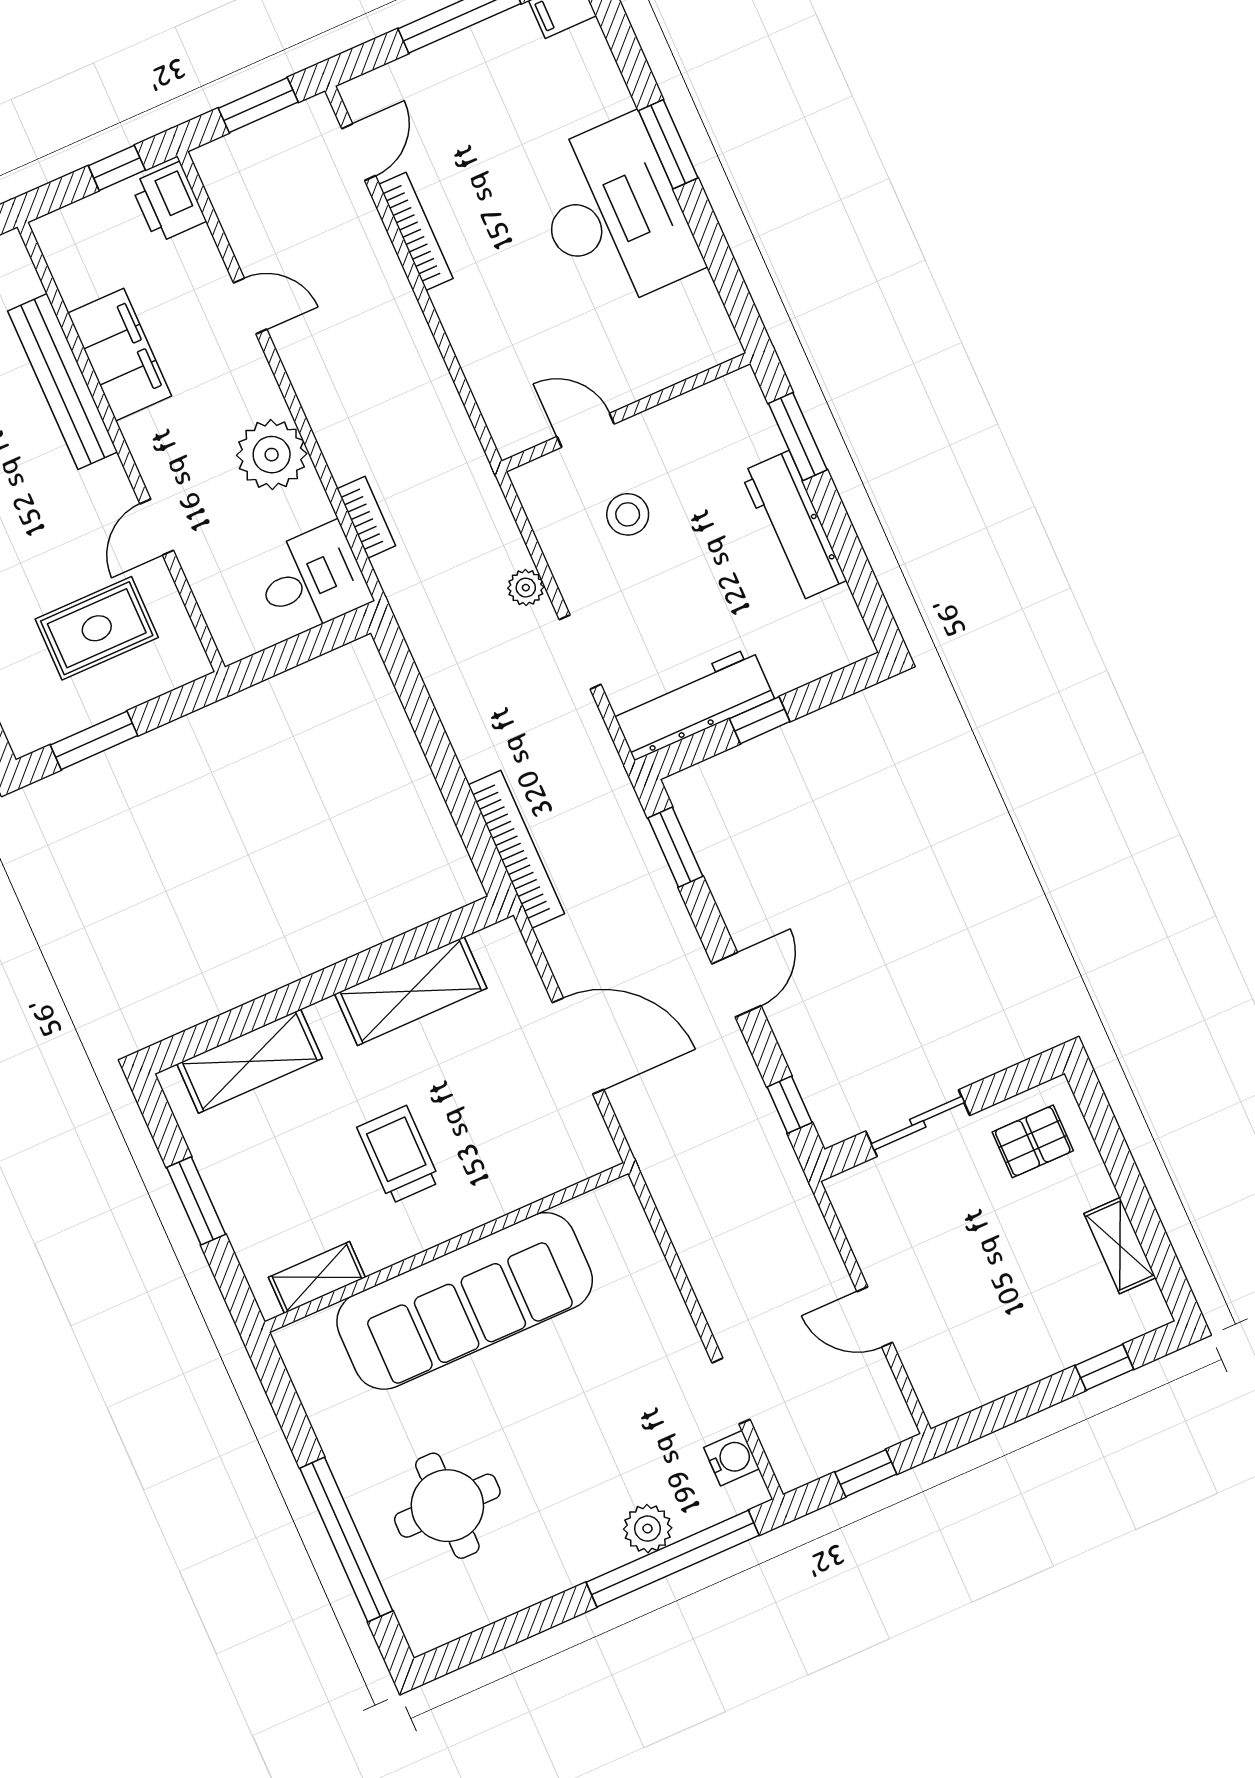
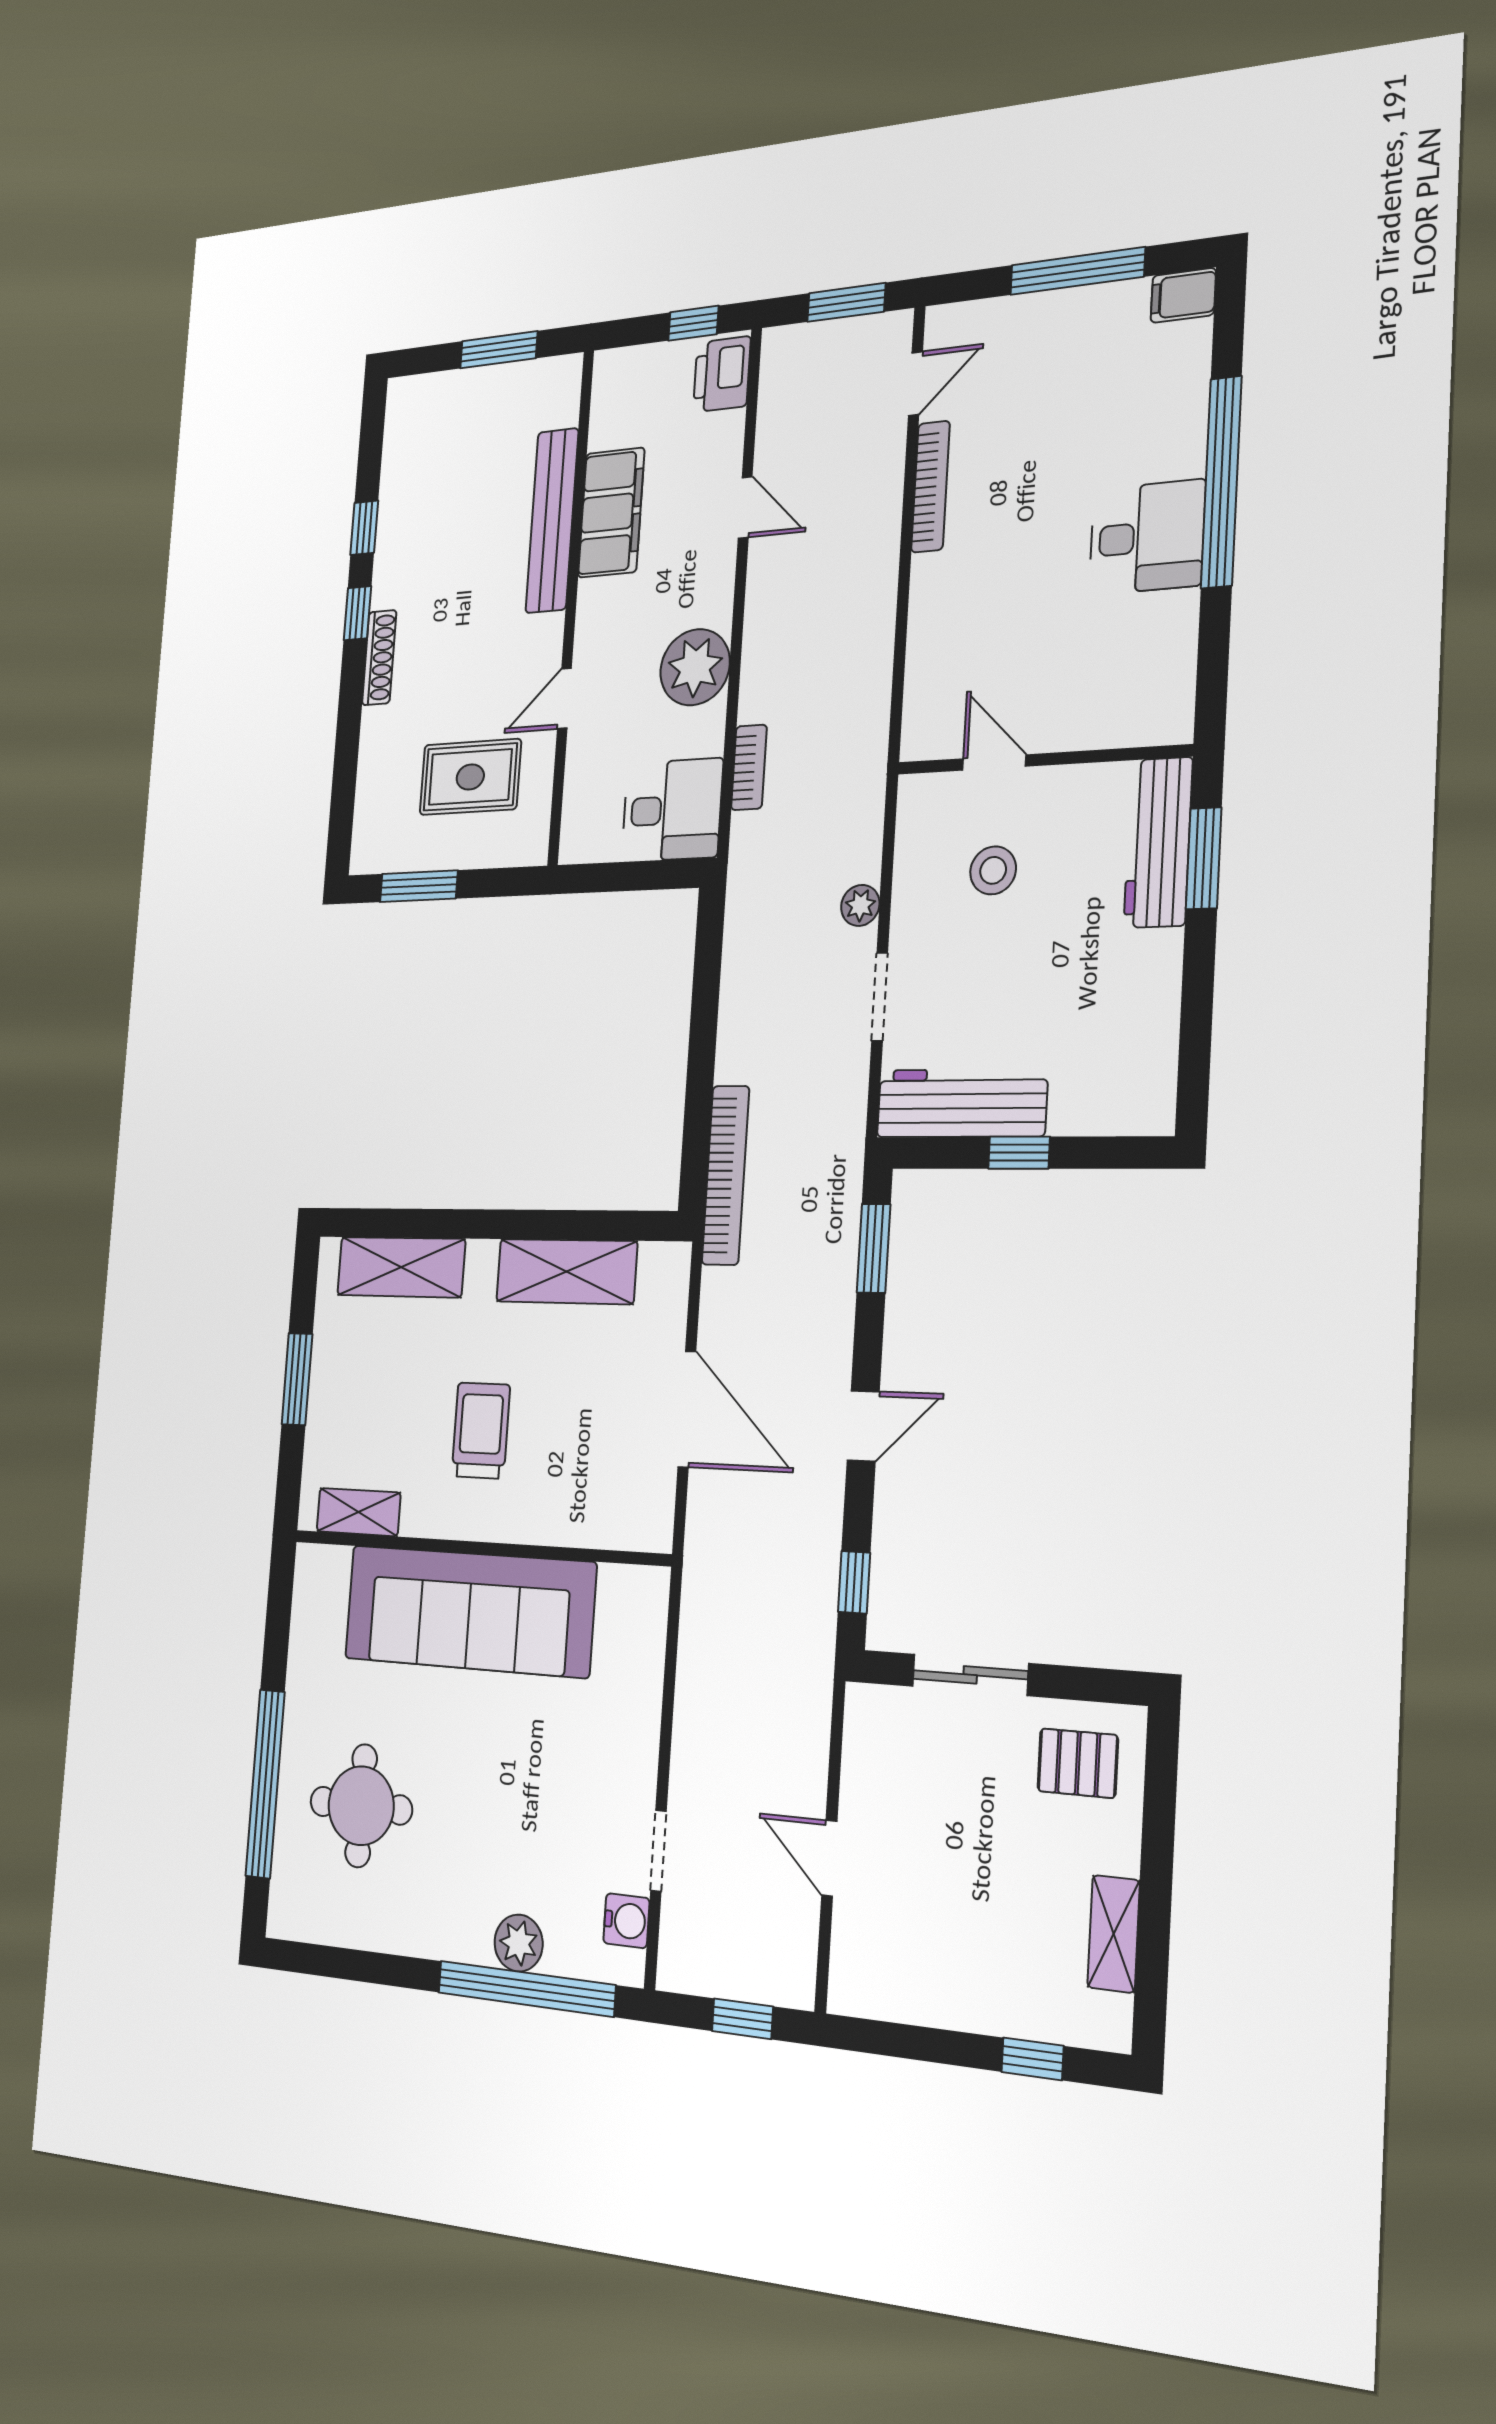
window: (668, 144) -> (1221, 482), width x2.11
desk: (613, 214) -> (1147, 537), width x0.53, depth x0.77
workbench: (793, 526) -> (1158, 842), moved

